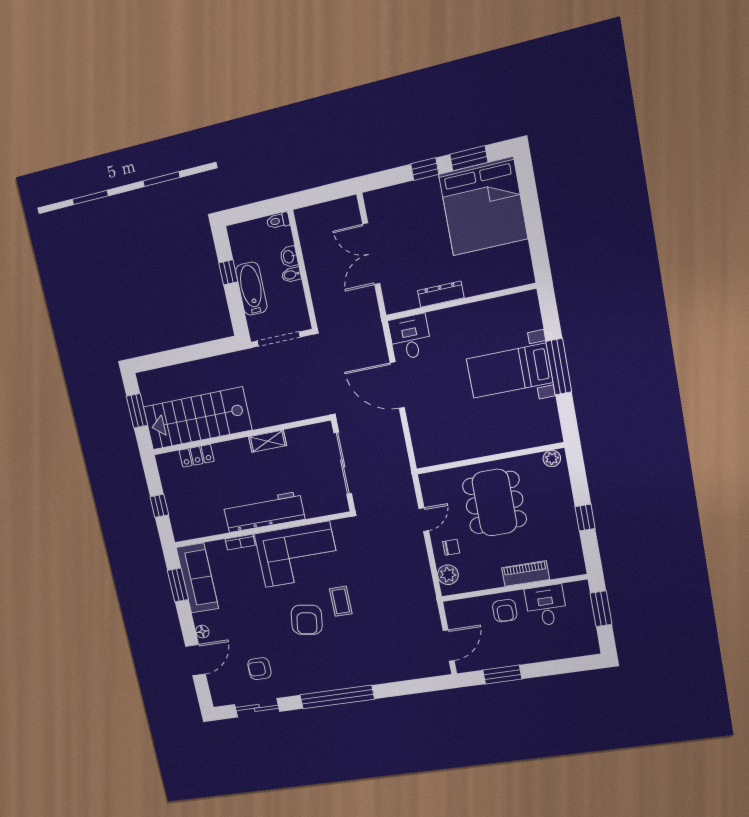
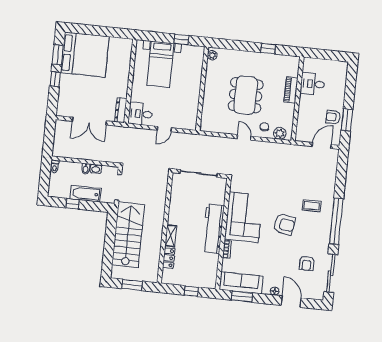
washbasin: (289, 257) -> (96, 169), moved
dresser: (441, 294) -> (121, 110), moved
window: (559, 367) -> (181, 39), width x0.46
bed with nightstands: (510, 371) -> (160, 64), moved
door: (397, 385) -> (164, 129), width x0.53
stairs: (197, 418) -> (128, 235), moved, turned 180
shelving: (268, 441) -> (171, 236), moved
wall: (489, 458) -> (202, 89), moved
plant: (552, 458) -> (212, 55), moved
dining table: (494, 503) -> (246, 95), turned 90
coffee table: (341, 601) -> (312, 206), moved
window: (601, 609) -> (322, 54), removed
armchair: (505, 611) -> (333, 117), moved, turned 180
door: (449, 646) -> (322, 146), hinge flipped
sliding door: (257, 708) -> (331, 273), width x1.37

